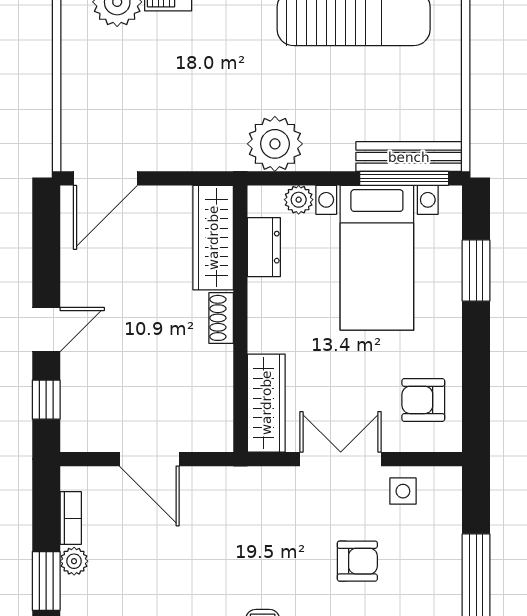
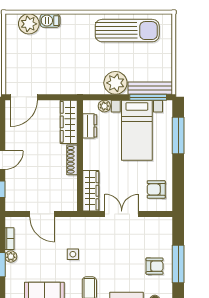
plant: (275, 144) -> (115, 83), moved
window: (476, 270) -> (178, 136), width x1.44
shoe rack: (221, 318) -> (72, 160), width x1.43
side table: (403, 491) -> (73, 254), moved
armchair: (357, 561) -> (154, 266), moved

